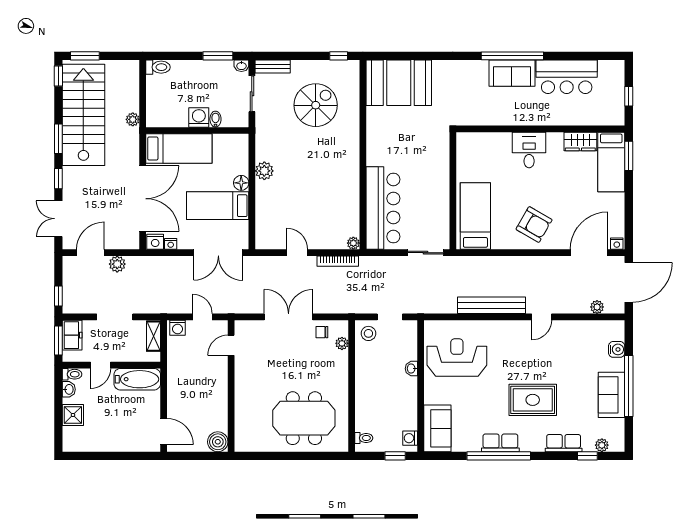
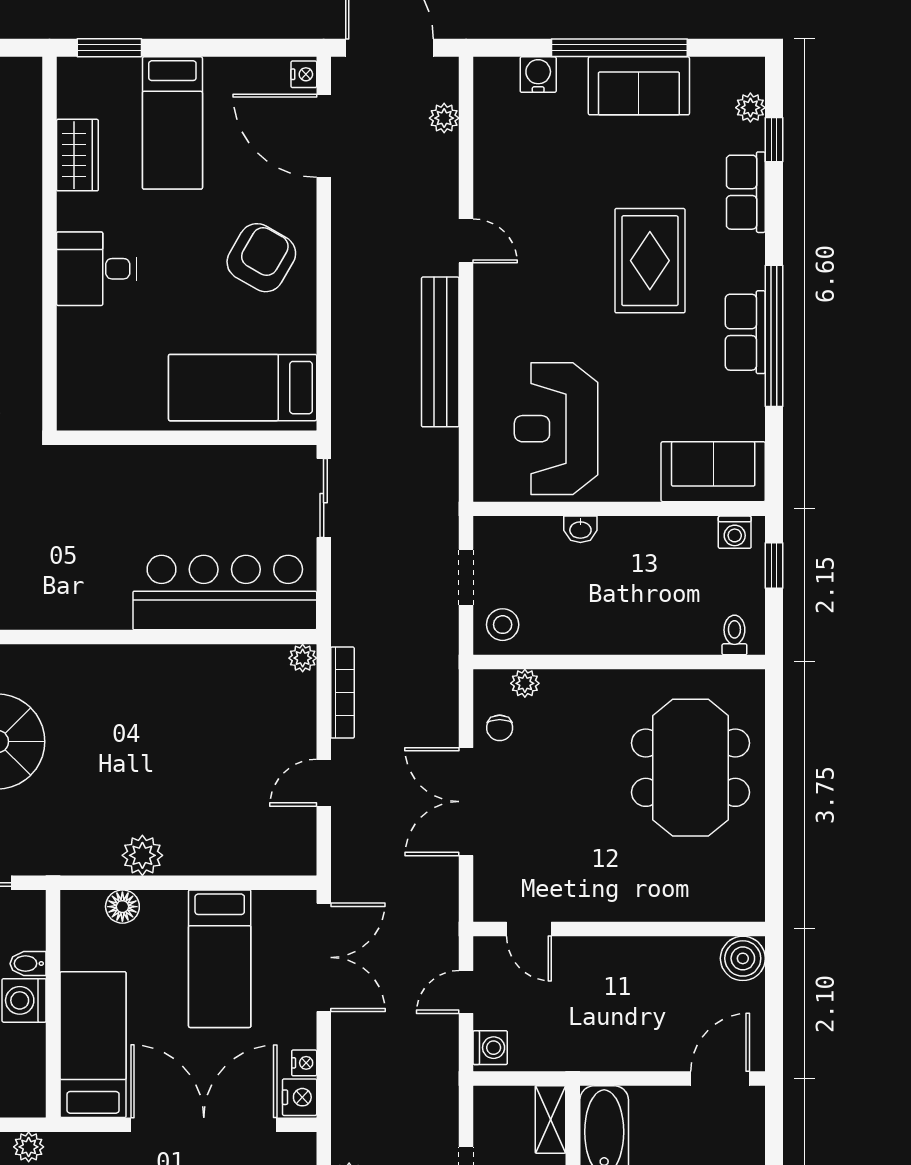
bed: (611, 162) -> (172, 123), moved, turned 90
floor lamp: (241, 183) -> (122, 907), moved
shelving: (154, 336) -> (551, 1119), moved, turned 90

